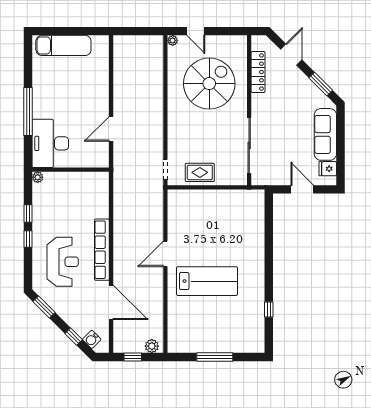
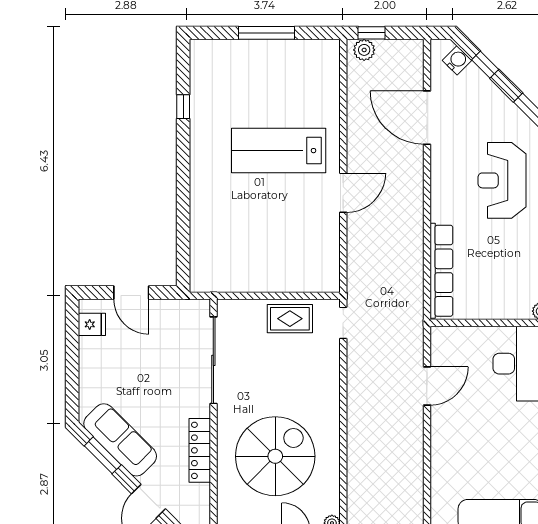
locker: (258, 72) -> (200, 450), moved
spiral stairs: (209, 84) -> (275, 456), turned 180
sofa: (325, 134) -> (120, 440), moved, turned -45
row of seats: (102, 250) -> (441, 271), moved
window: (133, 357) -> (372, 33), moved

